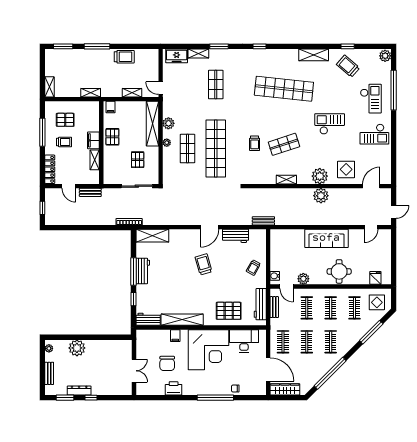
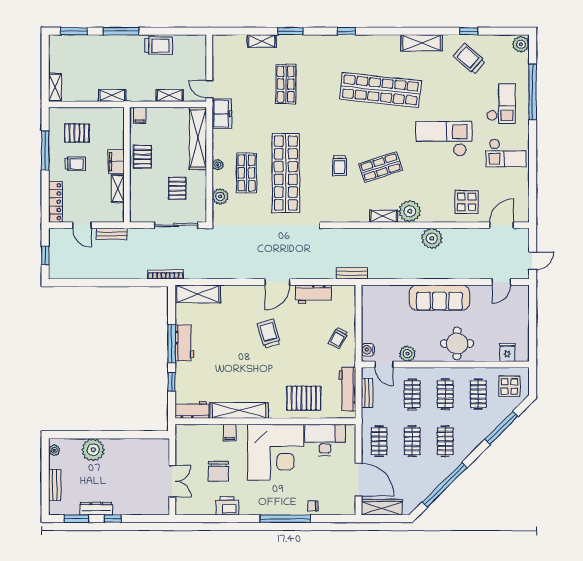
freezer: (177, 56) -> (222, 114), moved, turned -90
plant: (168, 123) -> (220, 196), moved
checkout: (330, 124) -> (444, 139), width x1.36, depth x1.21
plant: (320, 176) -> (410, 211), moved

